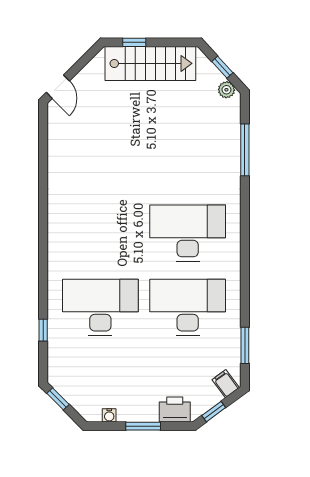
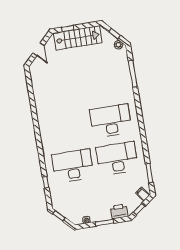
door: (58, 87) -> (39, 49), moved

